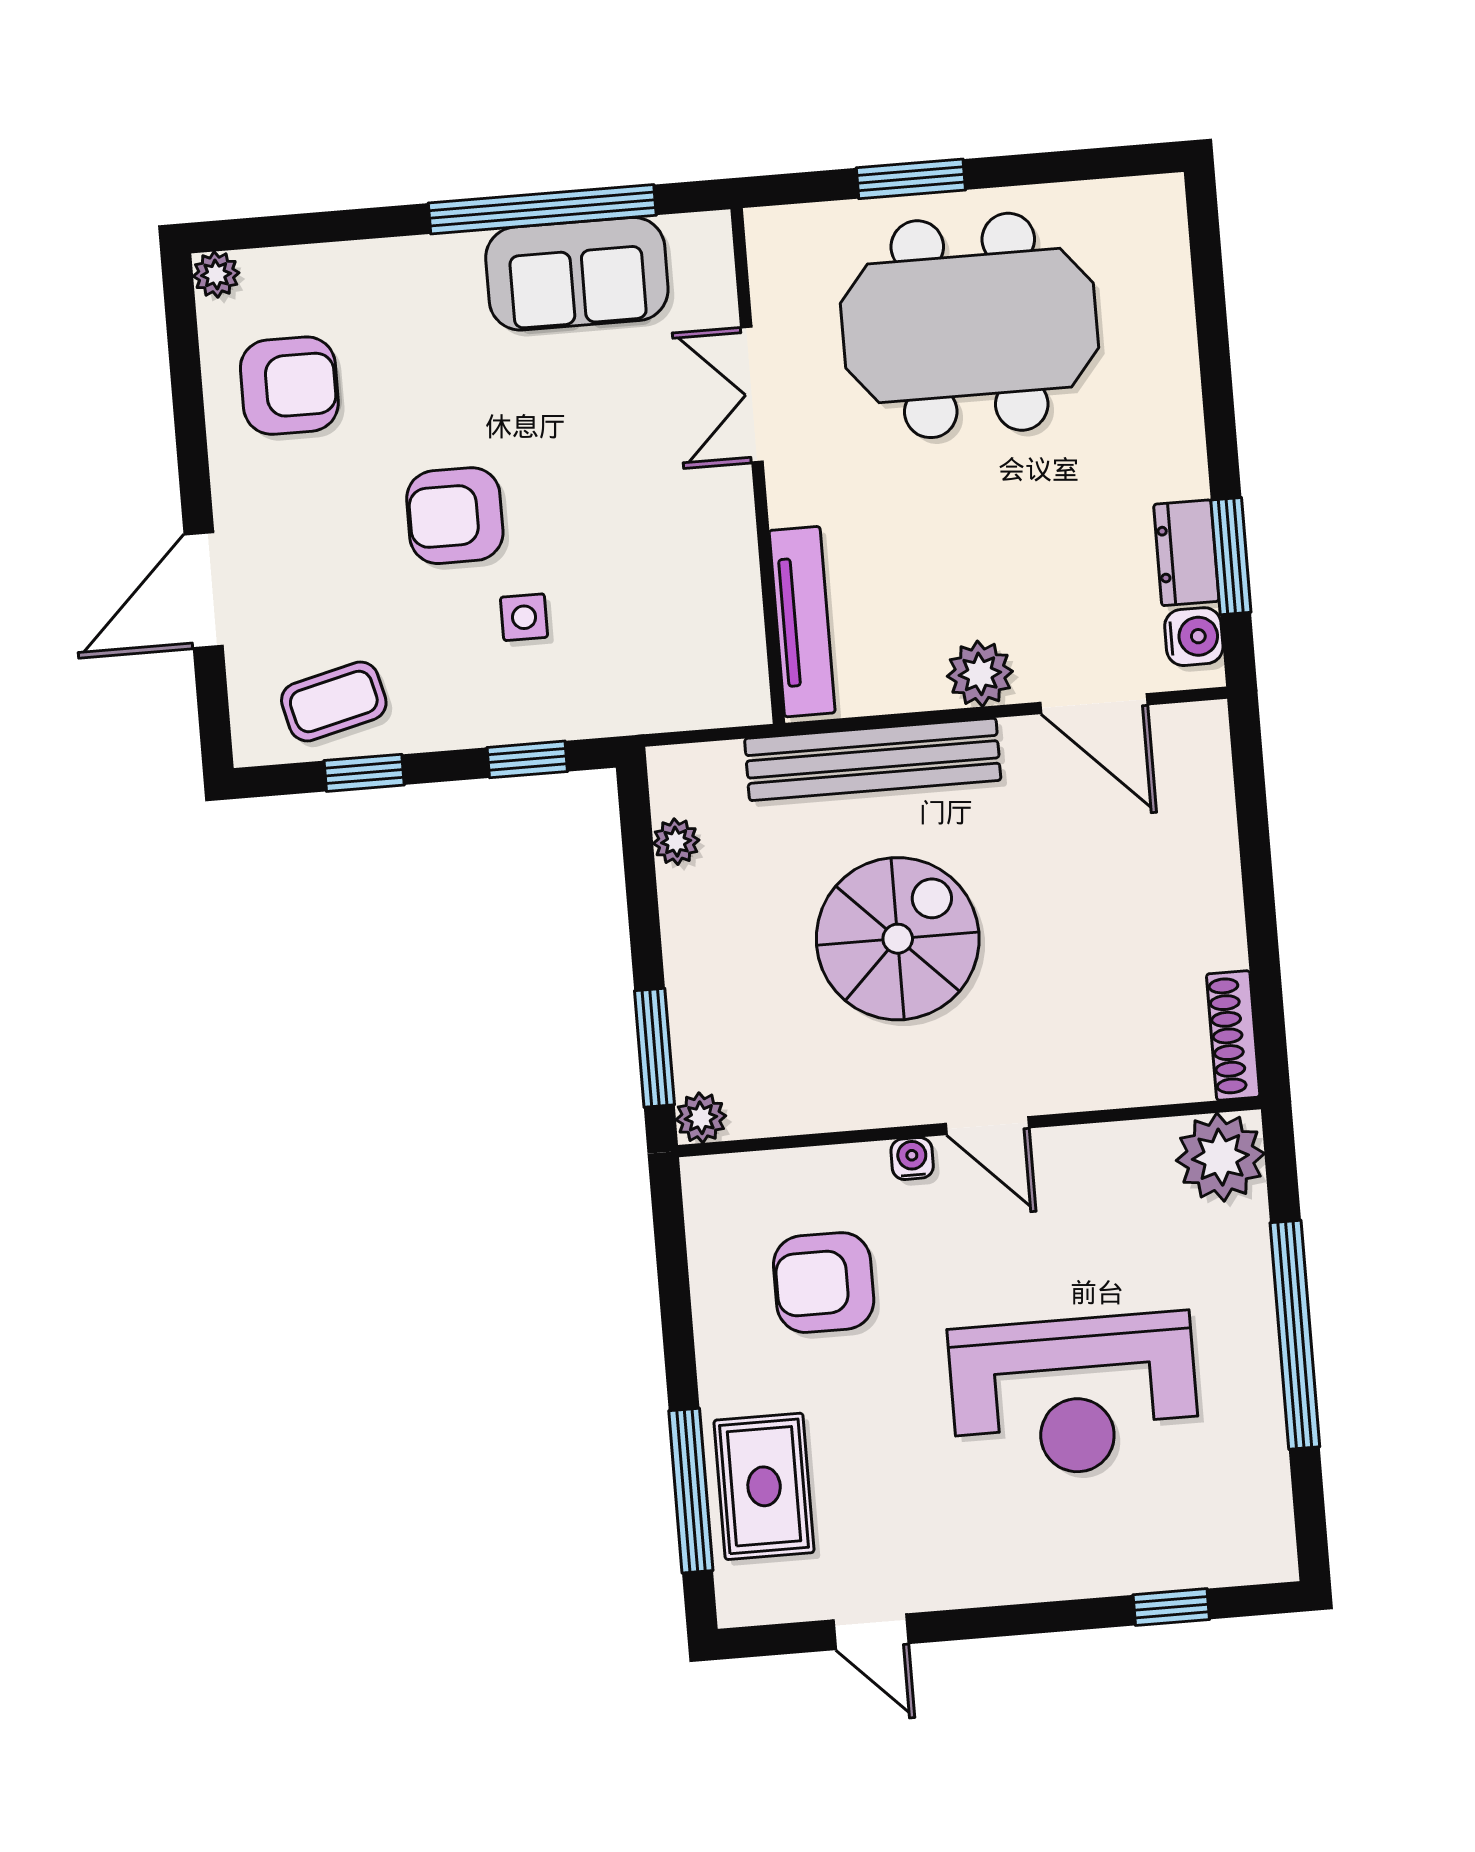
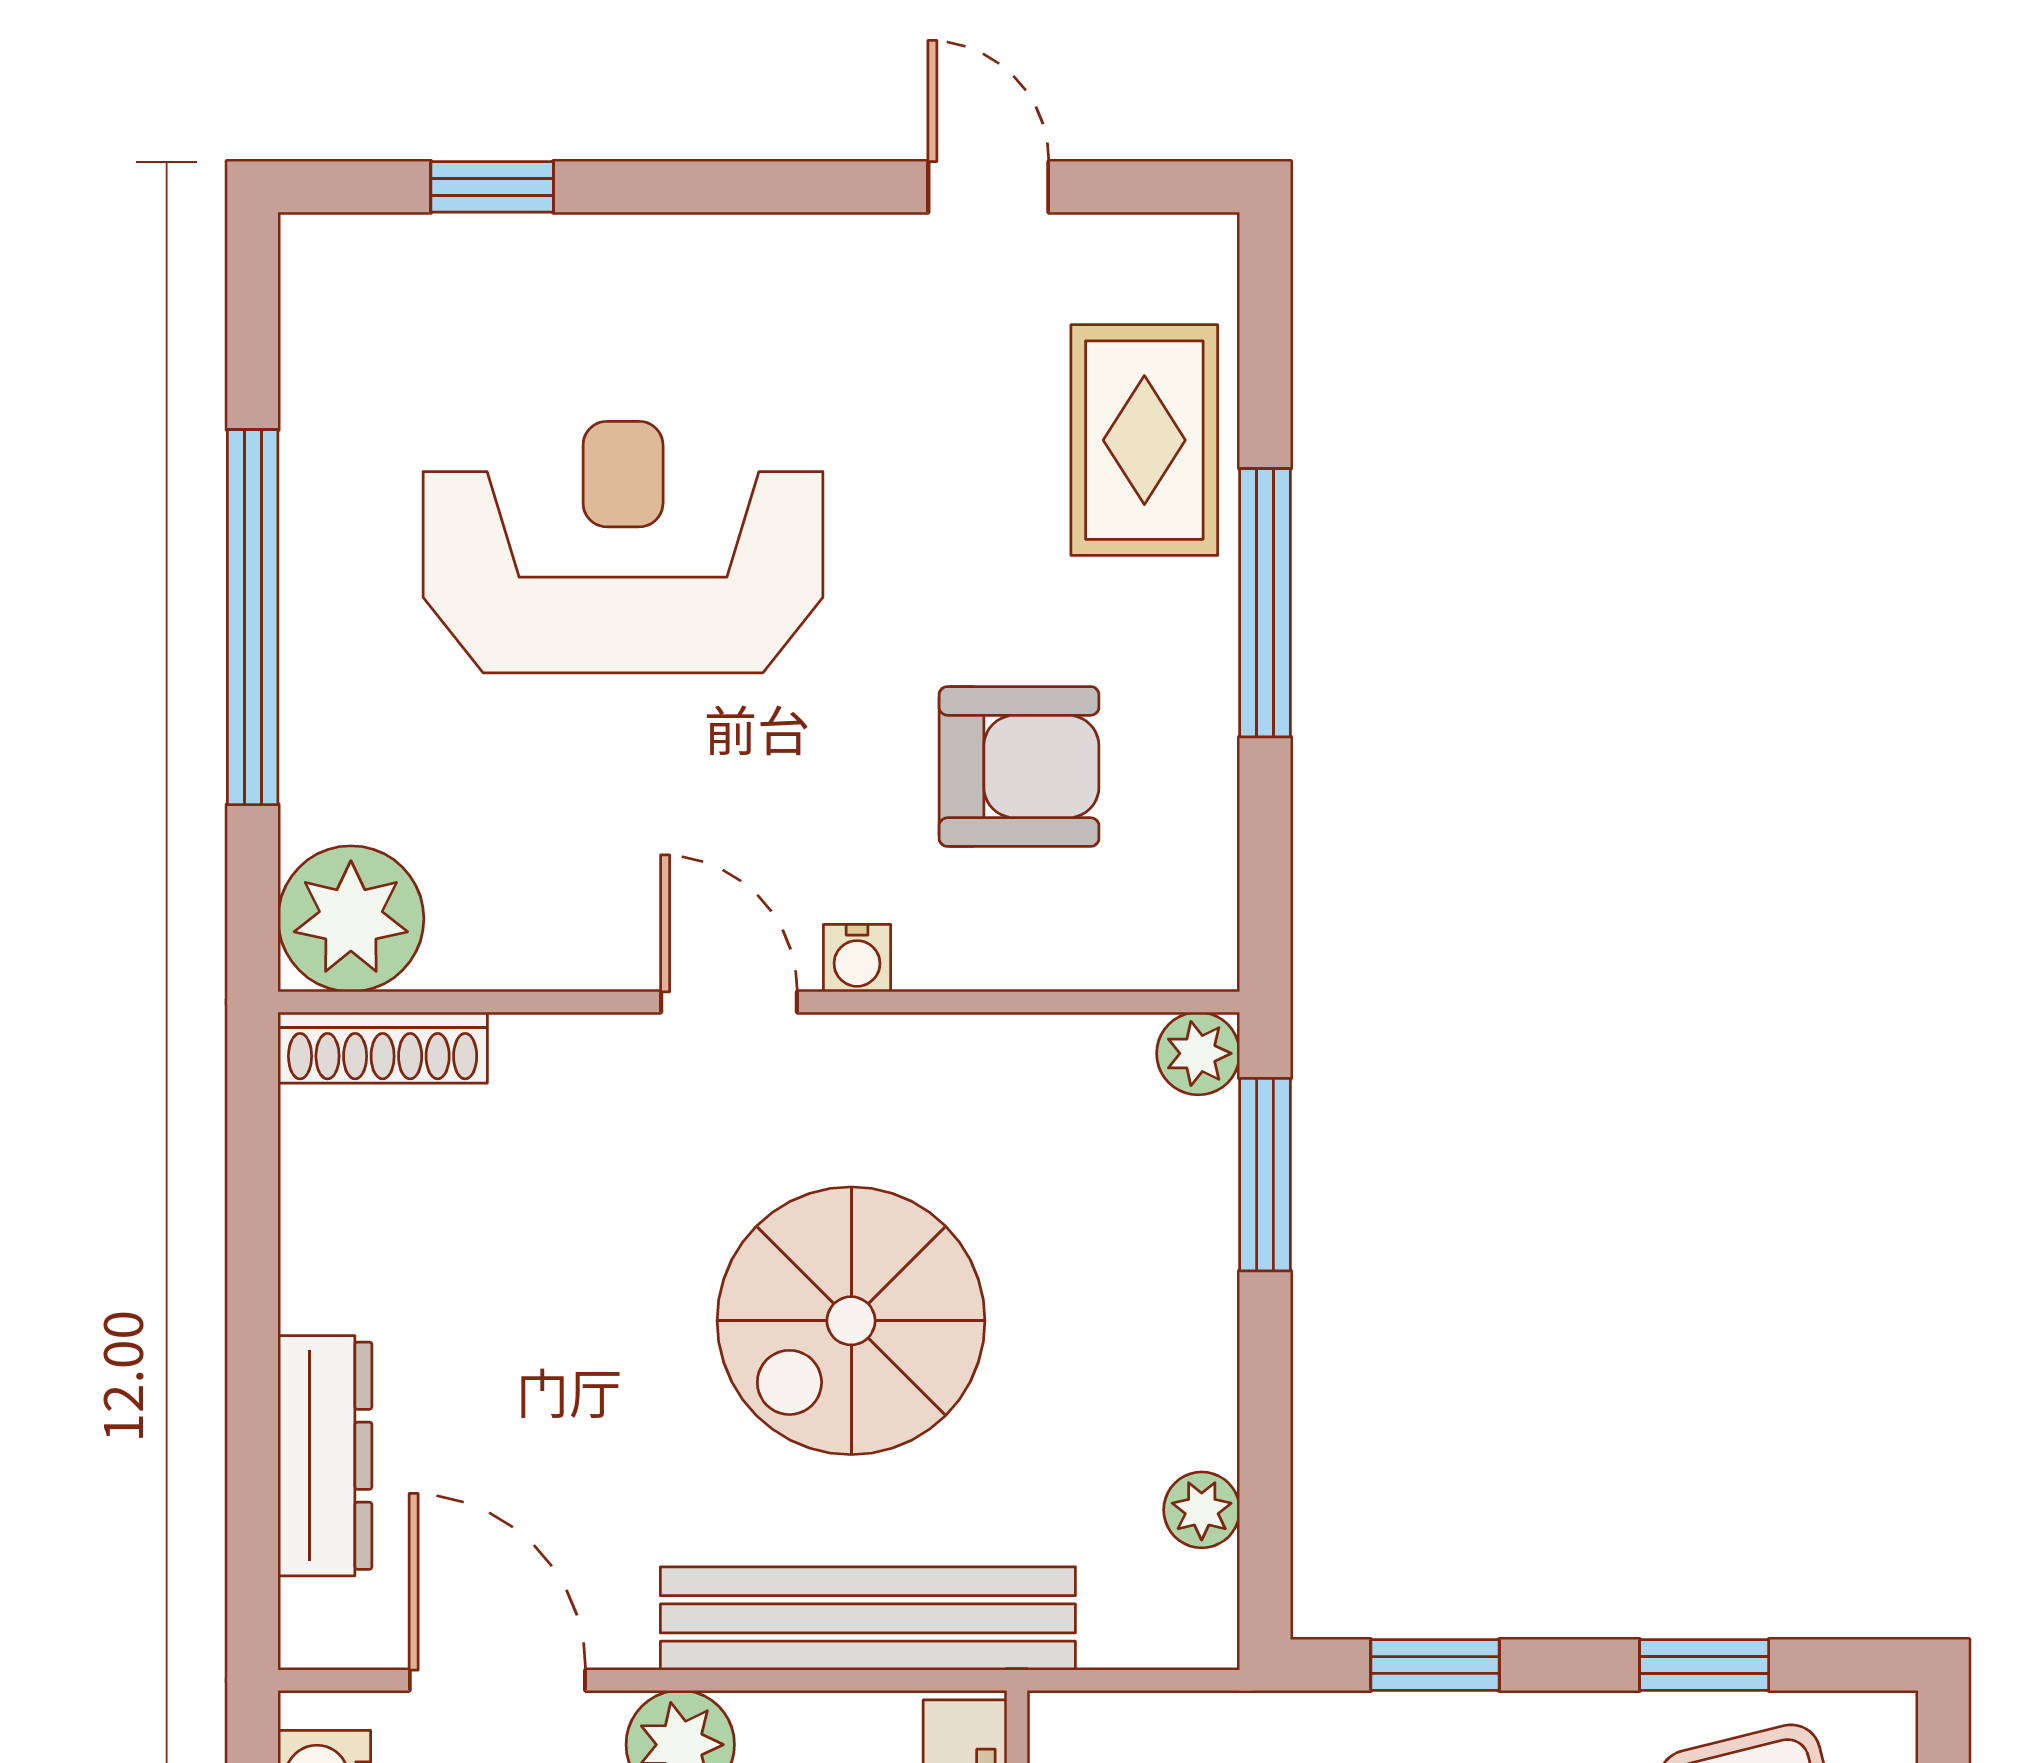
dresser: (1209, 831) -> (325, 1456), added
shoe rack: (1233, 1035) -> (383, 1048), moved, turned 90
window: (691, 1491) -> (1265, 603), moved

